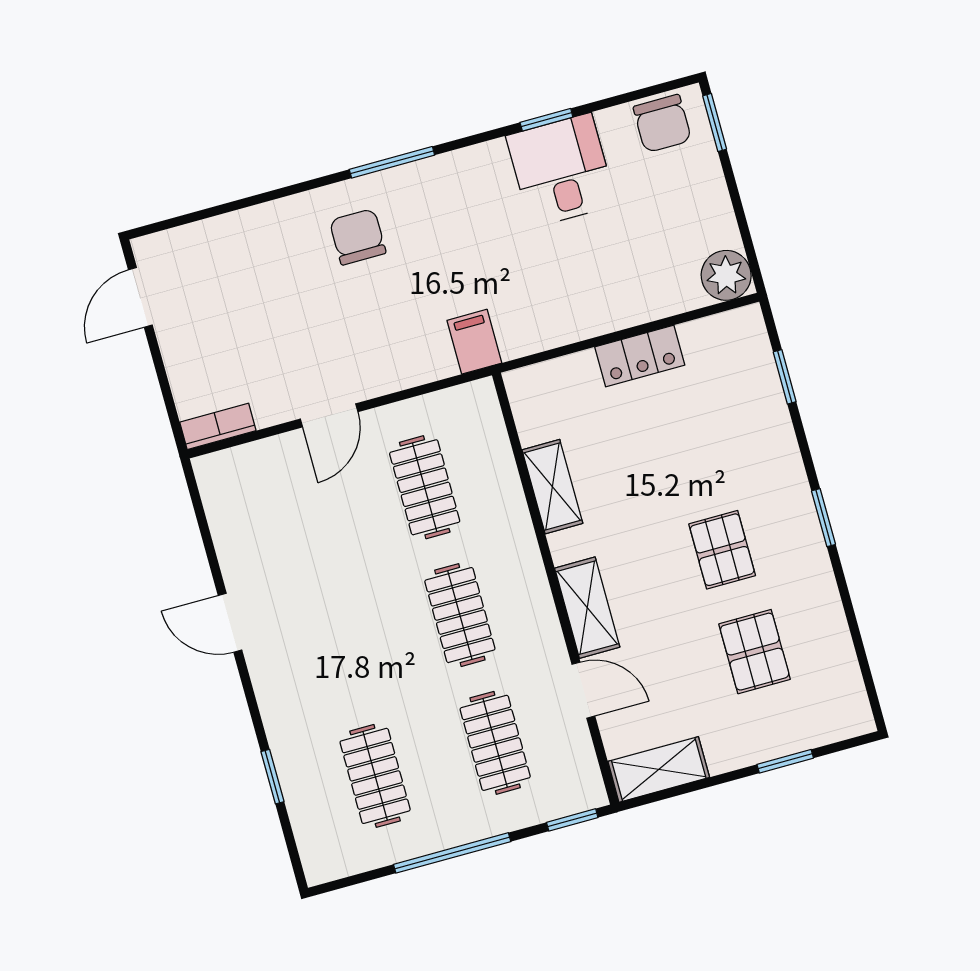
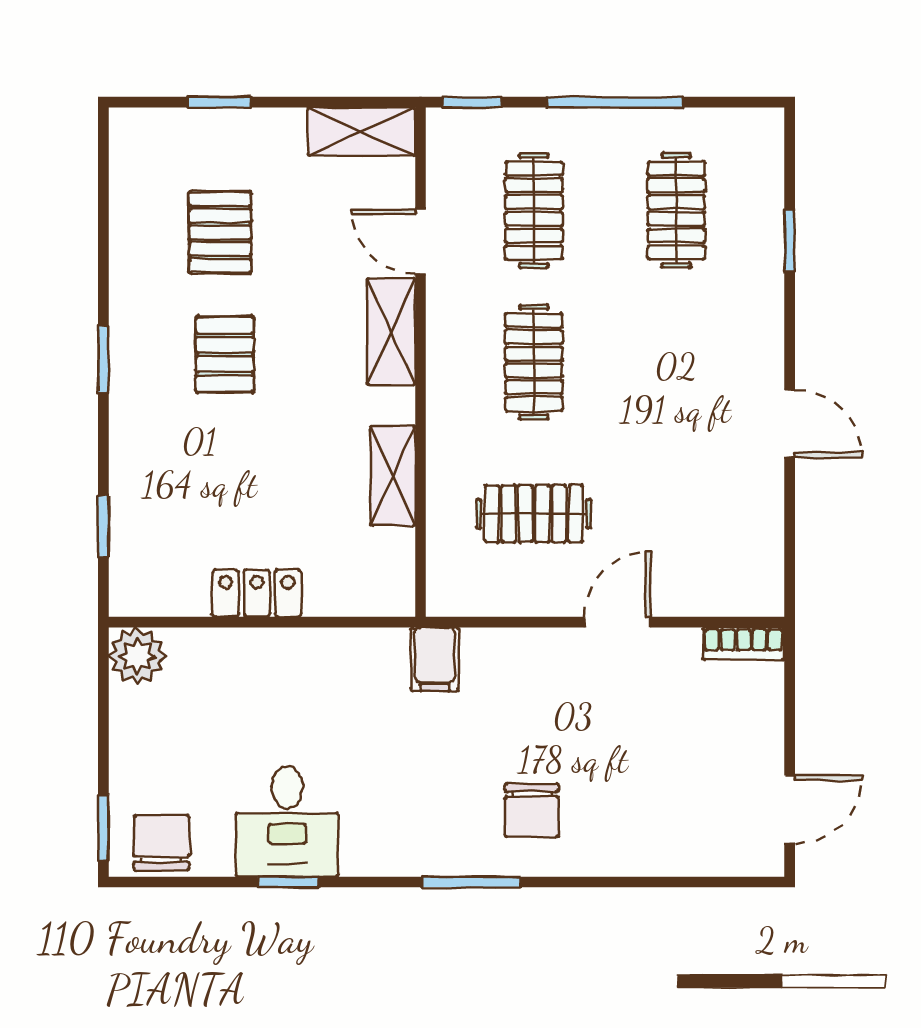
clothes rail: (425, 487) -> (534, 514), turned 90

